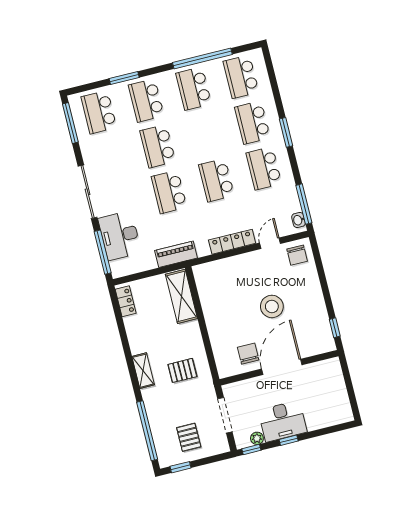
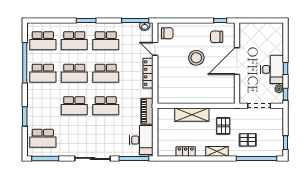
school desk: (146, 100) -> (74, 73), moved
desk: (120, 236) -> (141, 140), moved, turned -90
shelving: (181, 296) -> (192, 115), moved
locker: (126, 301) -> (186, 151), moved
chair: (248, 354) -> (217, 37), moved
door: (282, 367) -> (237, 61), hinge flipped
pallet: (189, 437) -> (248, 140), moved

